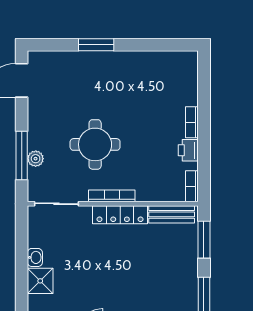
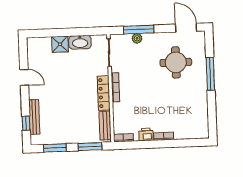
window: (96, 45) -> (210, 74), width x1.44
round table: (95, 144) -> (176, 62), moved
washbasin: (35, 257) -> (80, 42), width x1.91, depth x1.45

